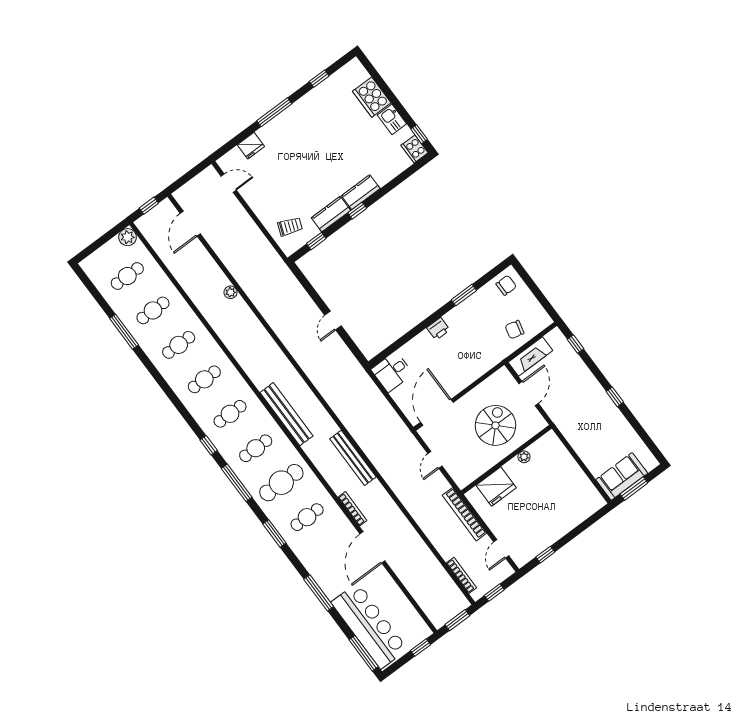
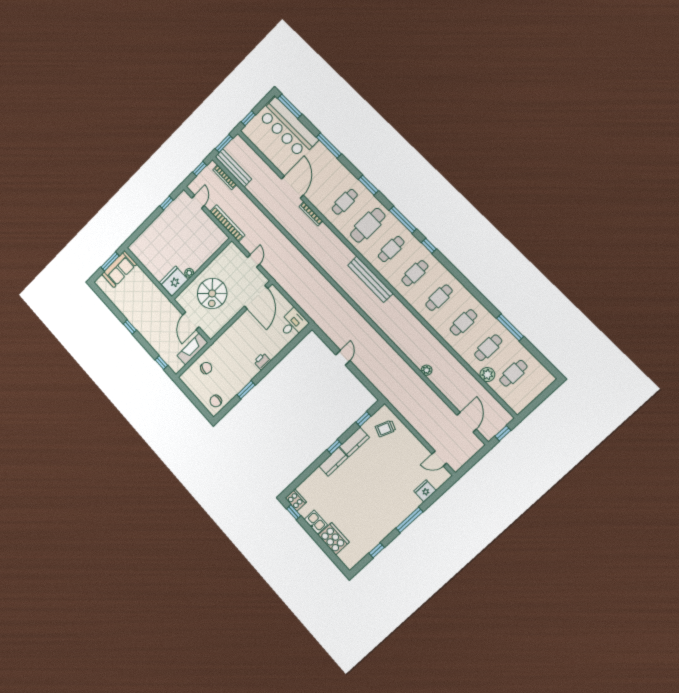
plant: (128, 237) -> (487, 375), moved
bench: (353, 458) -> (233, 168), moved
fridge: (496, 487) -> (174, 281), moved

